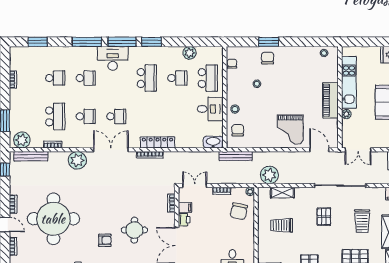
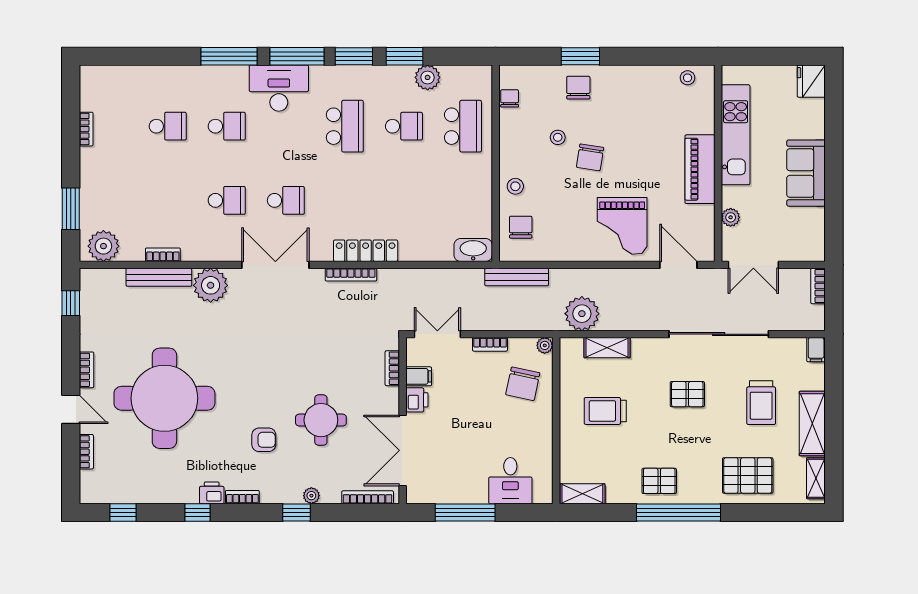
window: (38, 42) -> (405, 56), moved
chair: (274, 94) -> (590, 157), added
desk: (210, 109) -> (467, 186), removed
plant: (346, 114) -> (731, 217), moved
school desk: (55, 116) -> (168, 200), removed
bench: (31, 156) -> (159, 277), moved
pallet: (324, 217) -> (687, 394), turned 90

